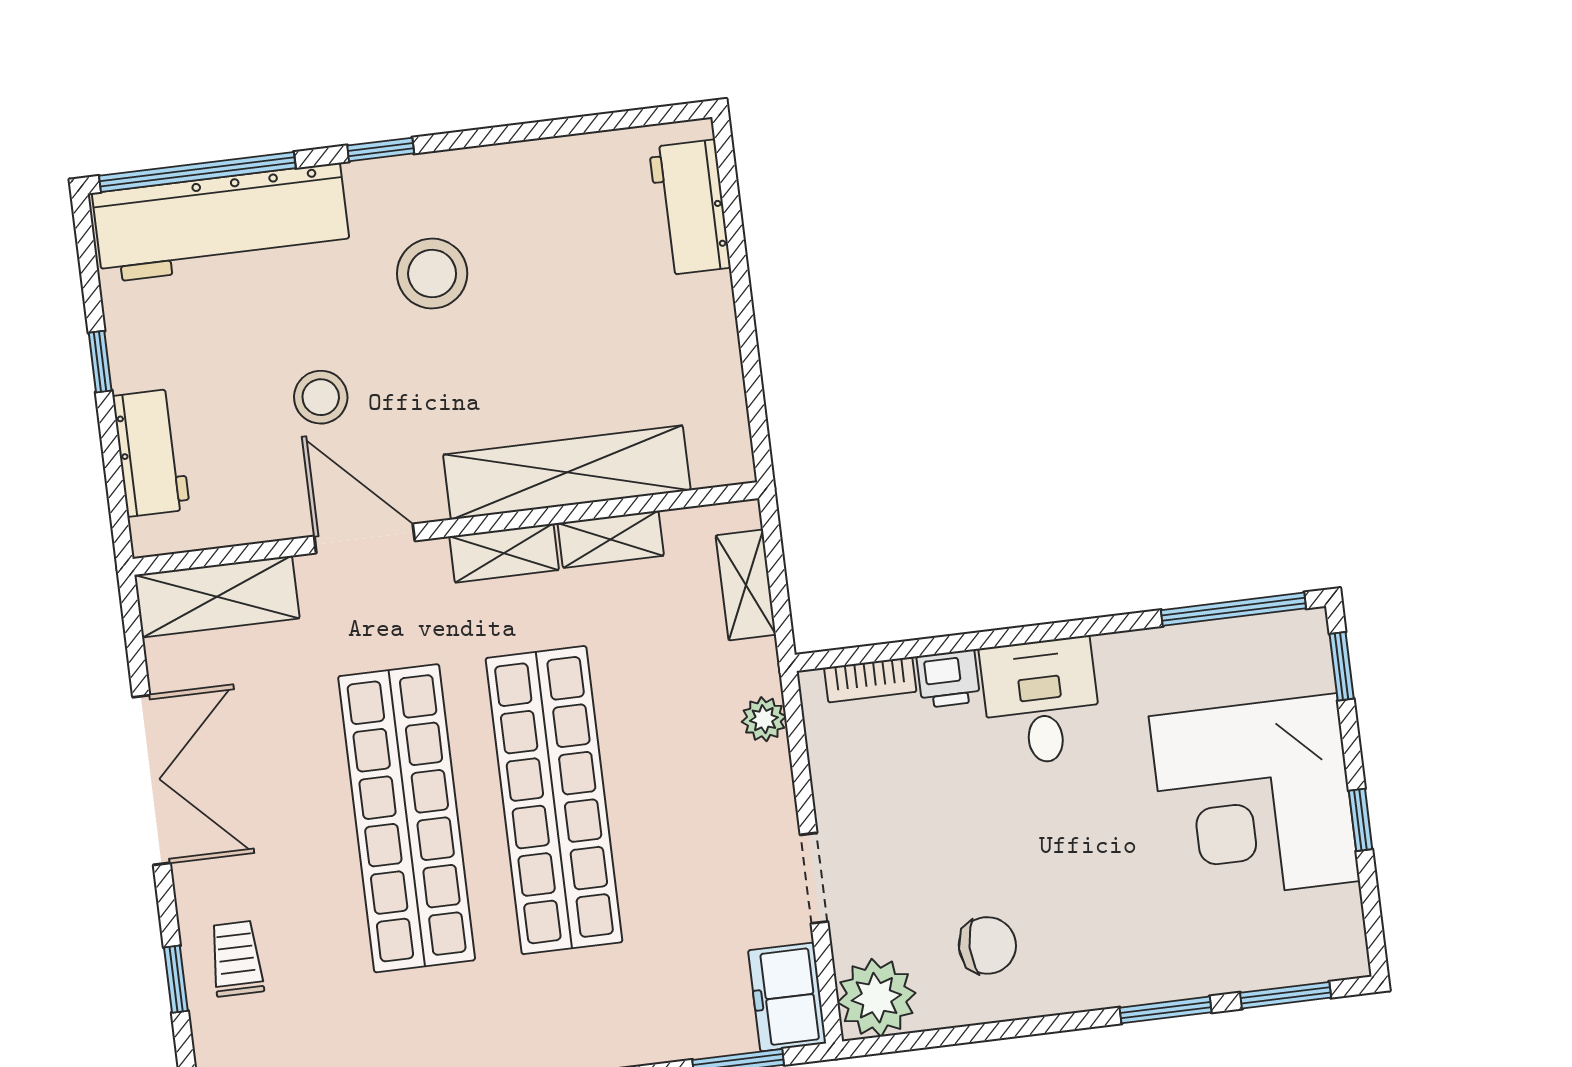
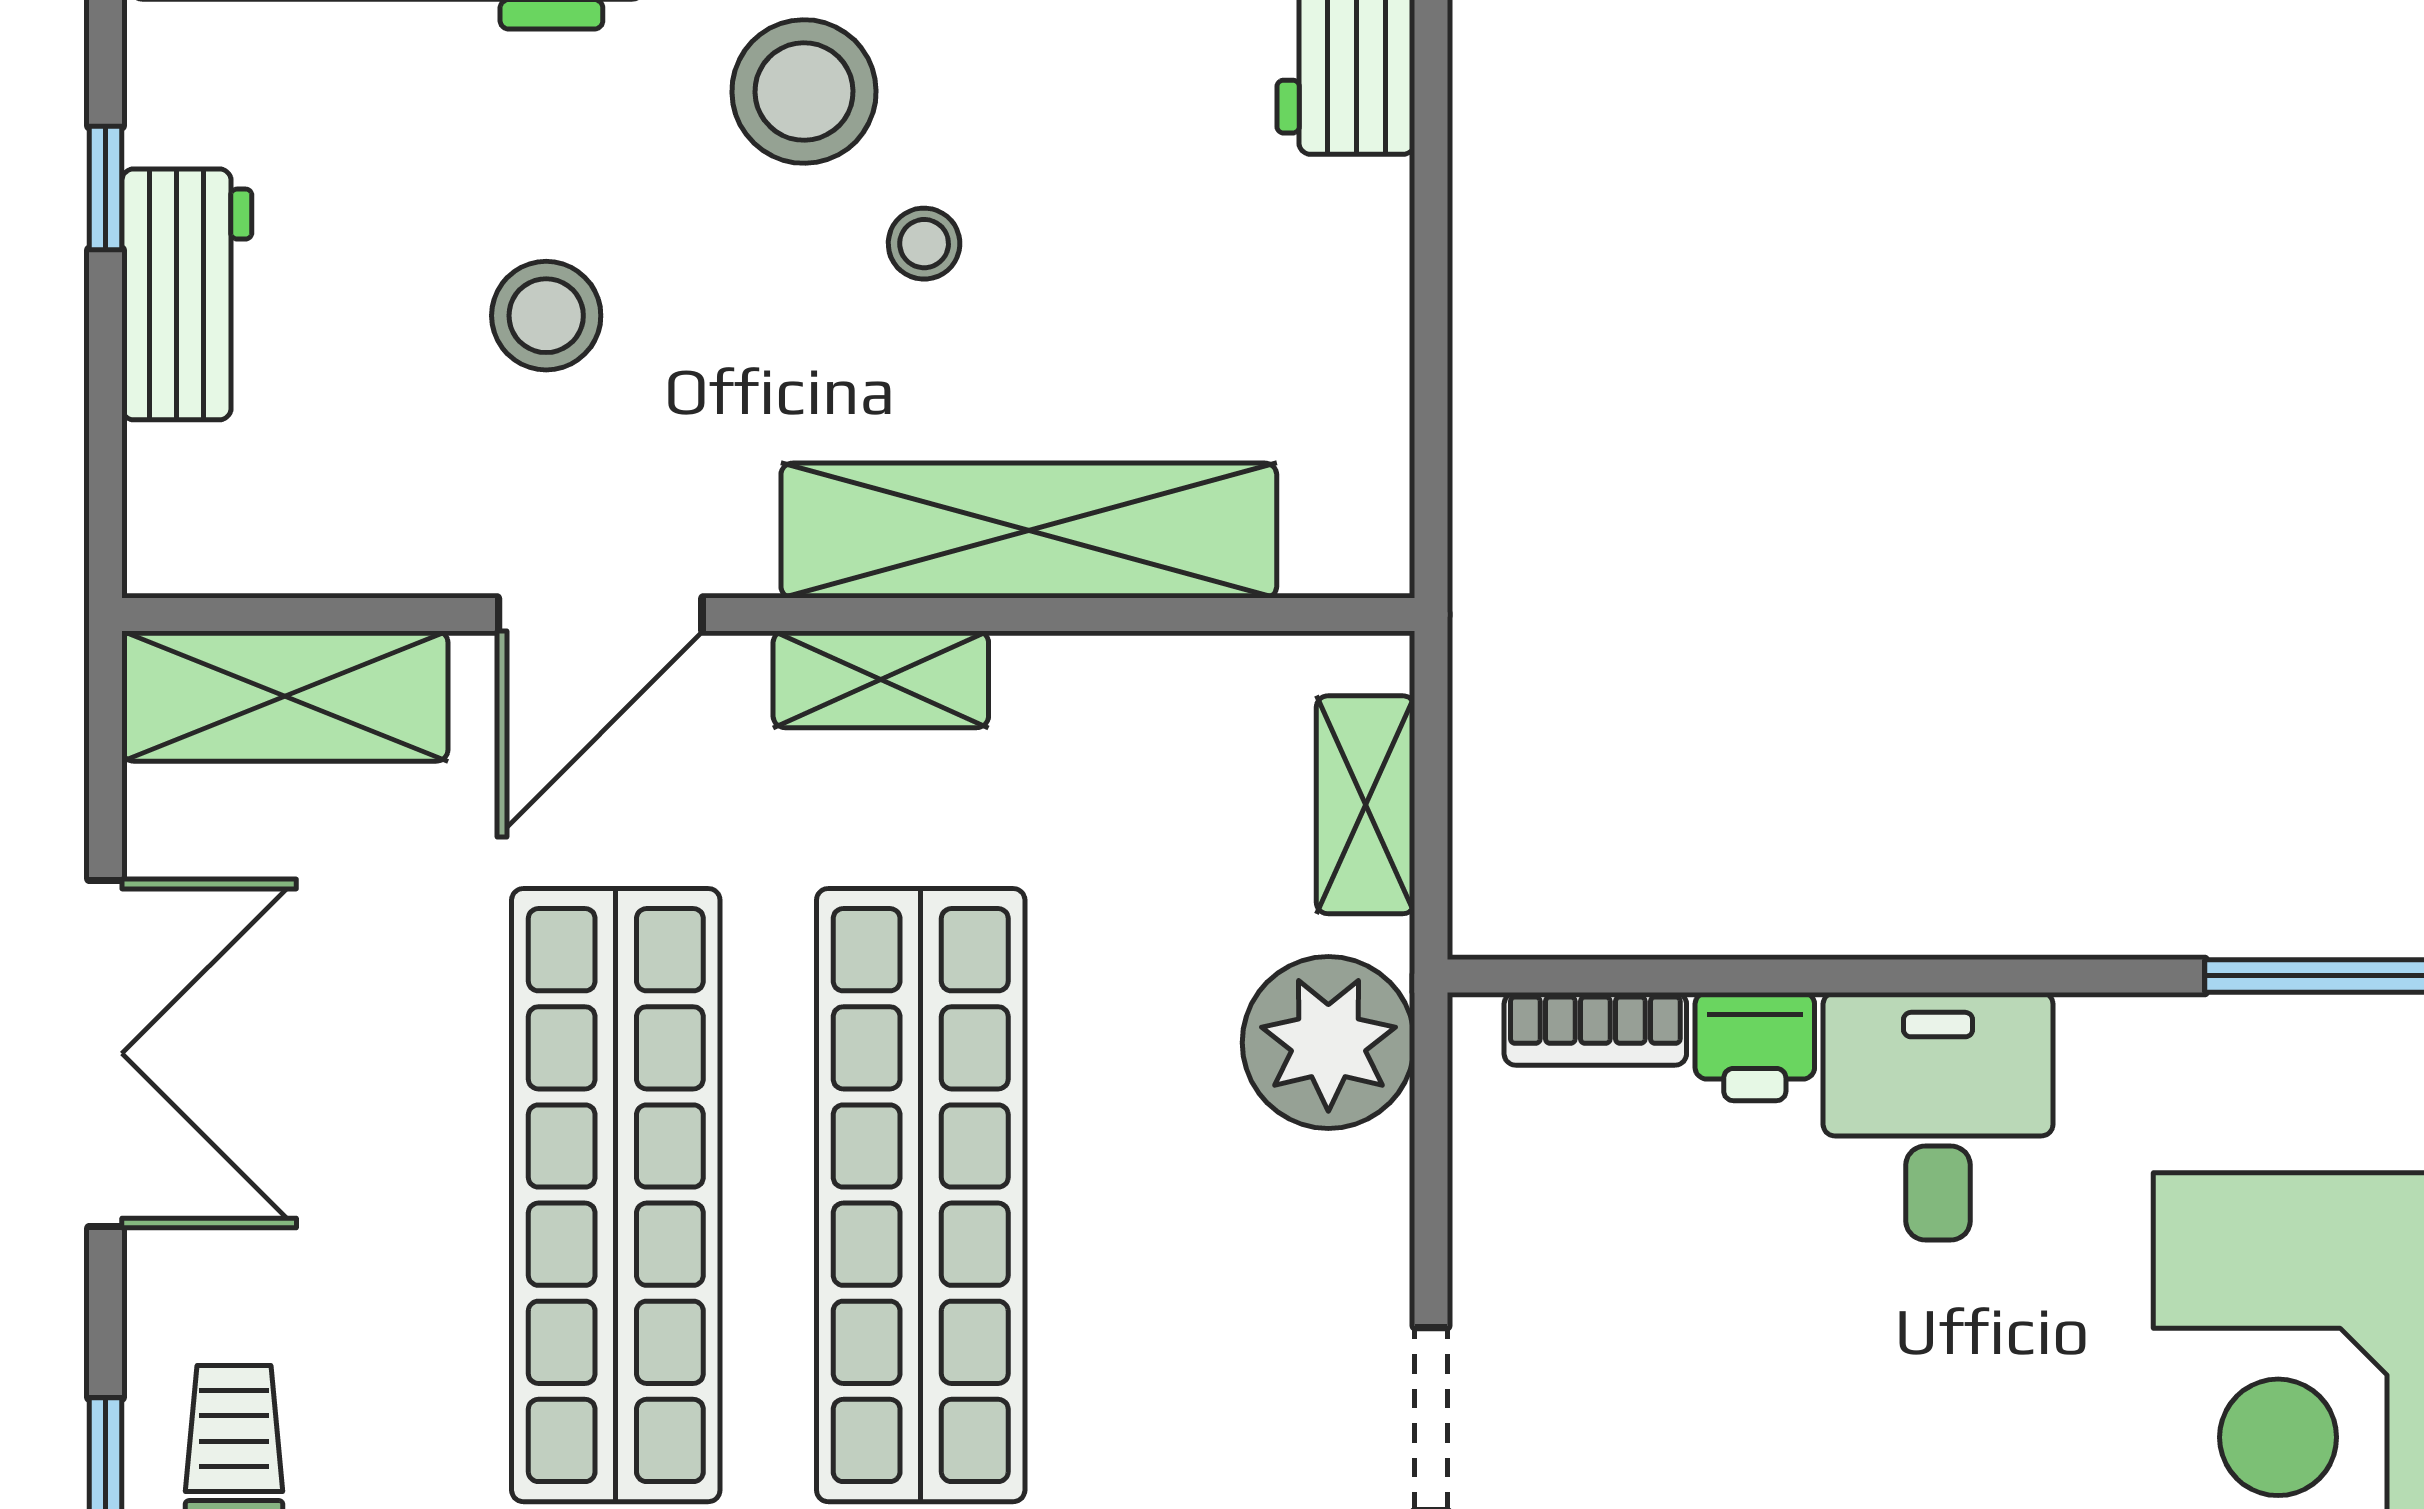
stool: (499, 340) -> (924, 244), added
workbench: (151, 453) -> (187, 294), moved
door: (365, 538) -> (600, 615), swing flipped
shelving: (611, 539) -> (1101, 678), removed
plant: (764, 719) -> (1328, 1043), width x1.88, depth x1.88

